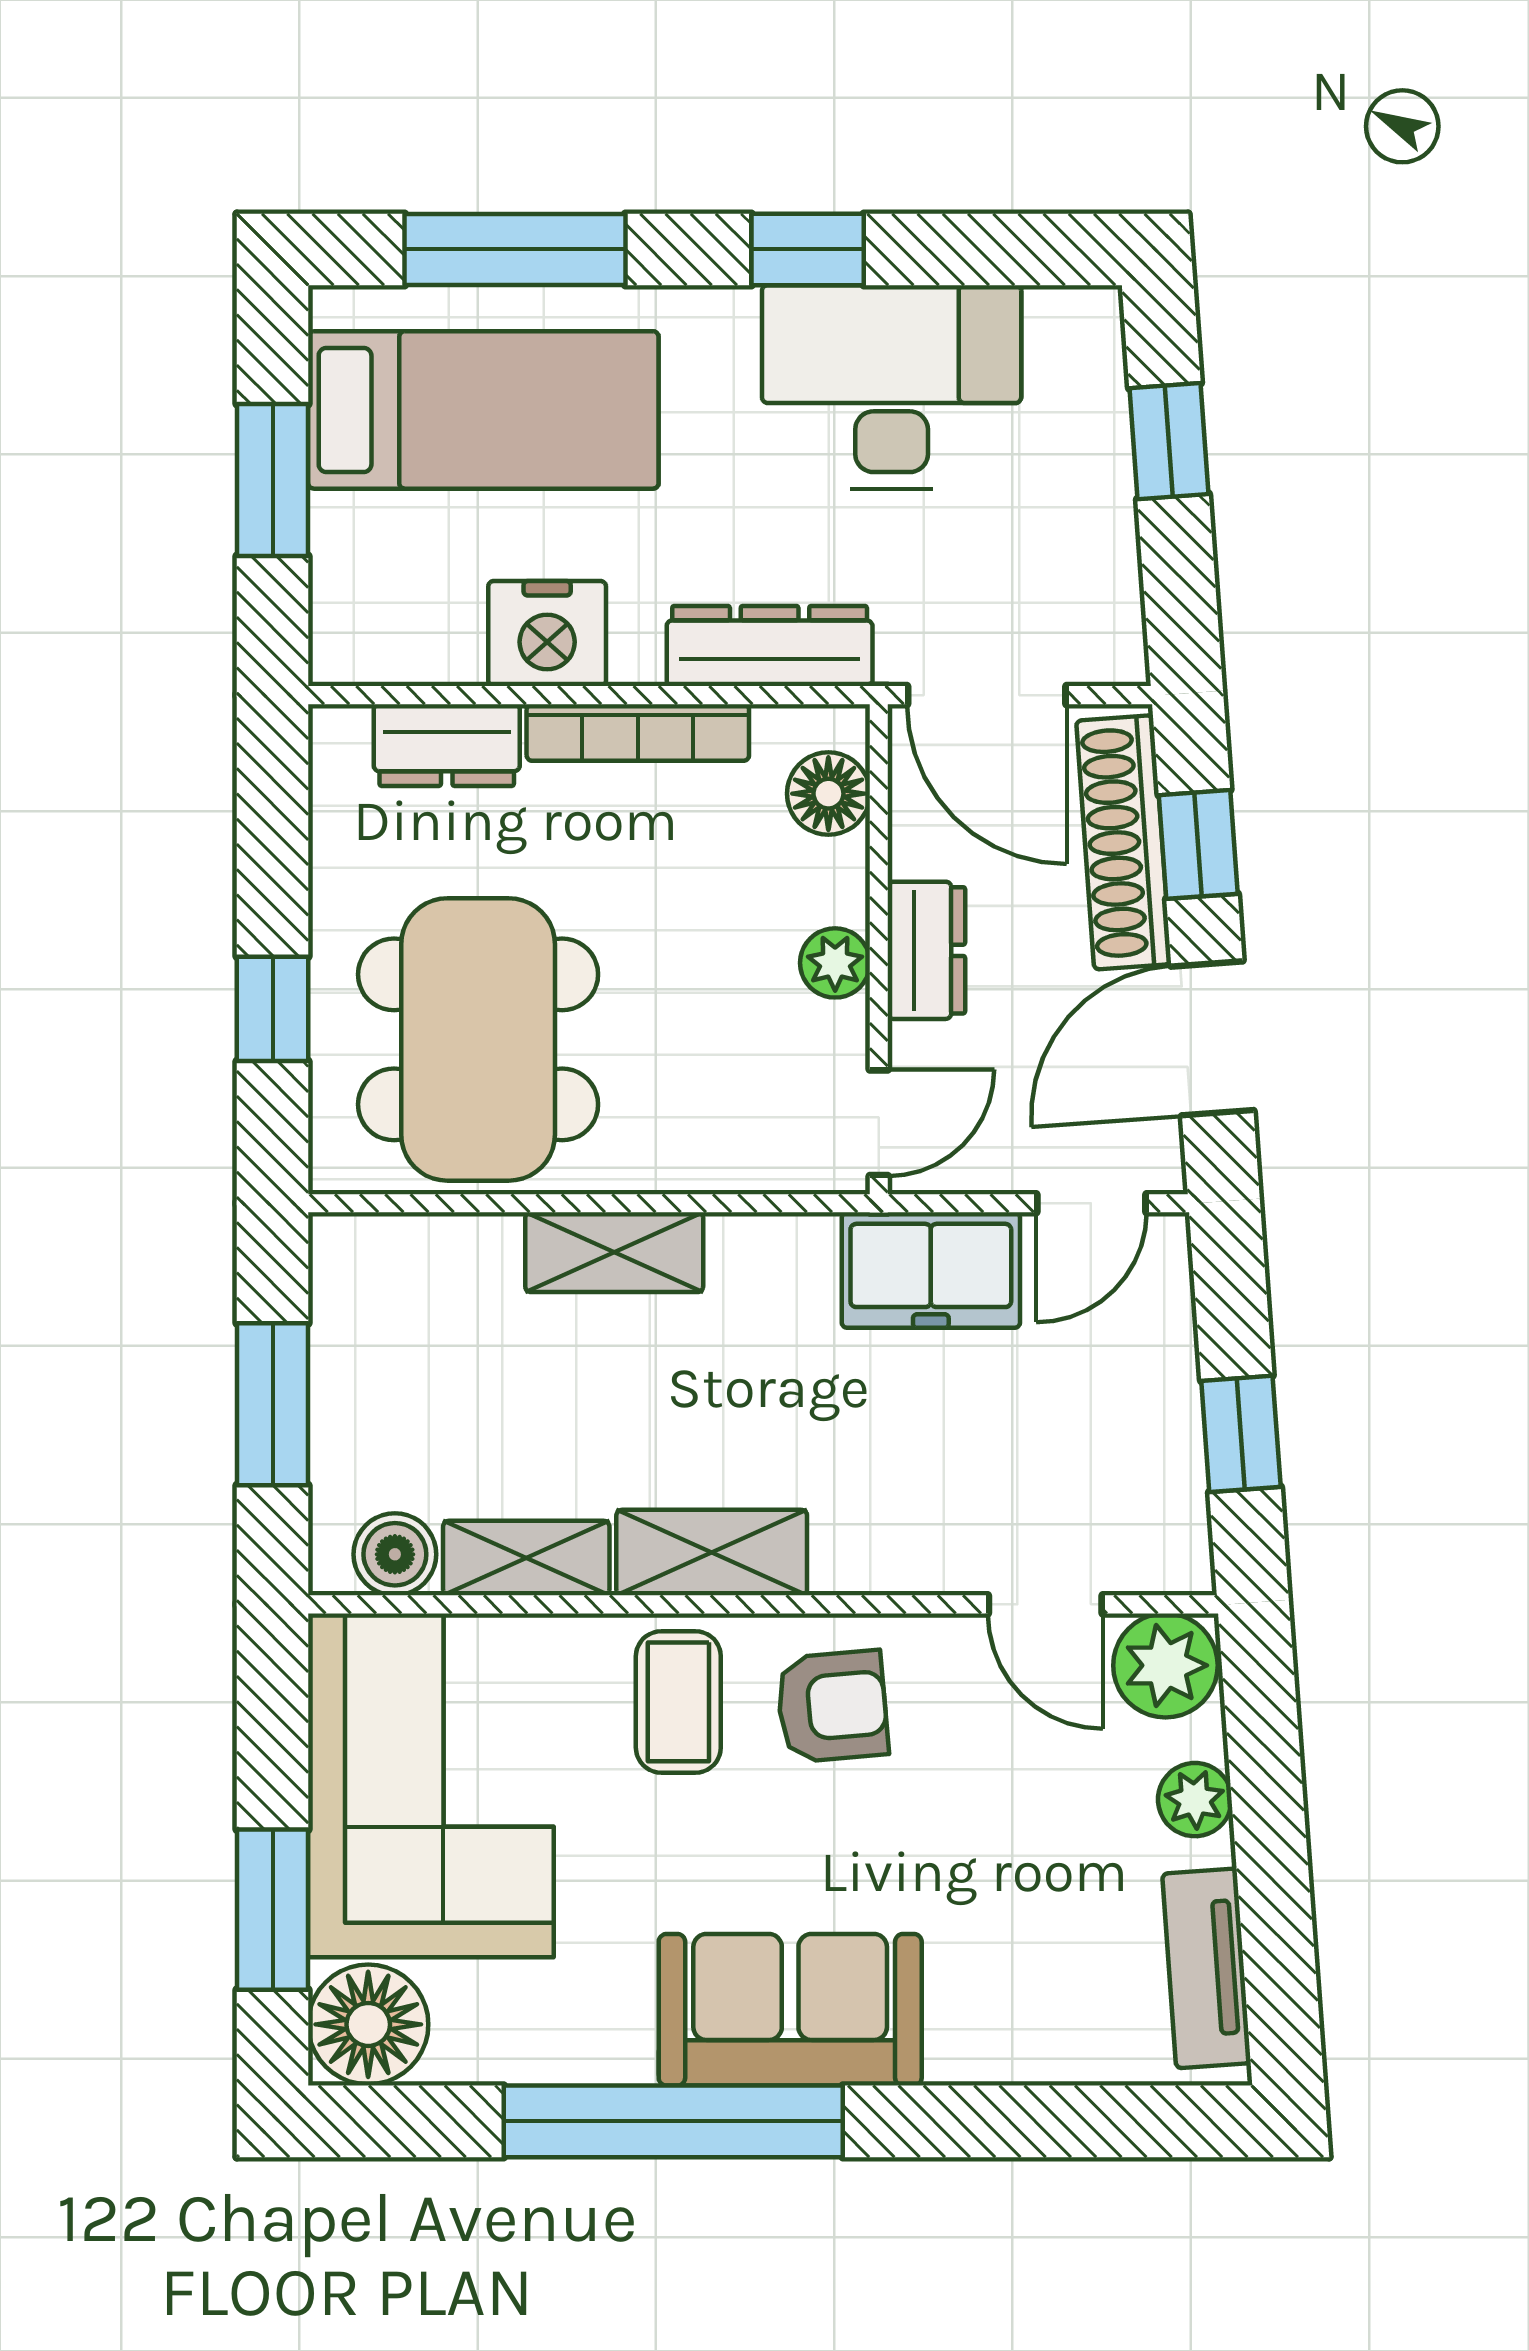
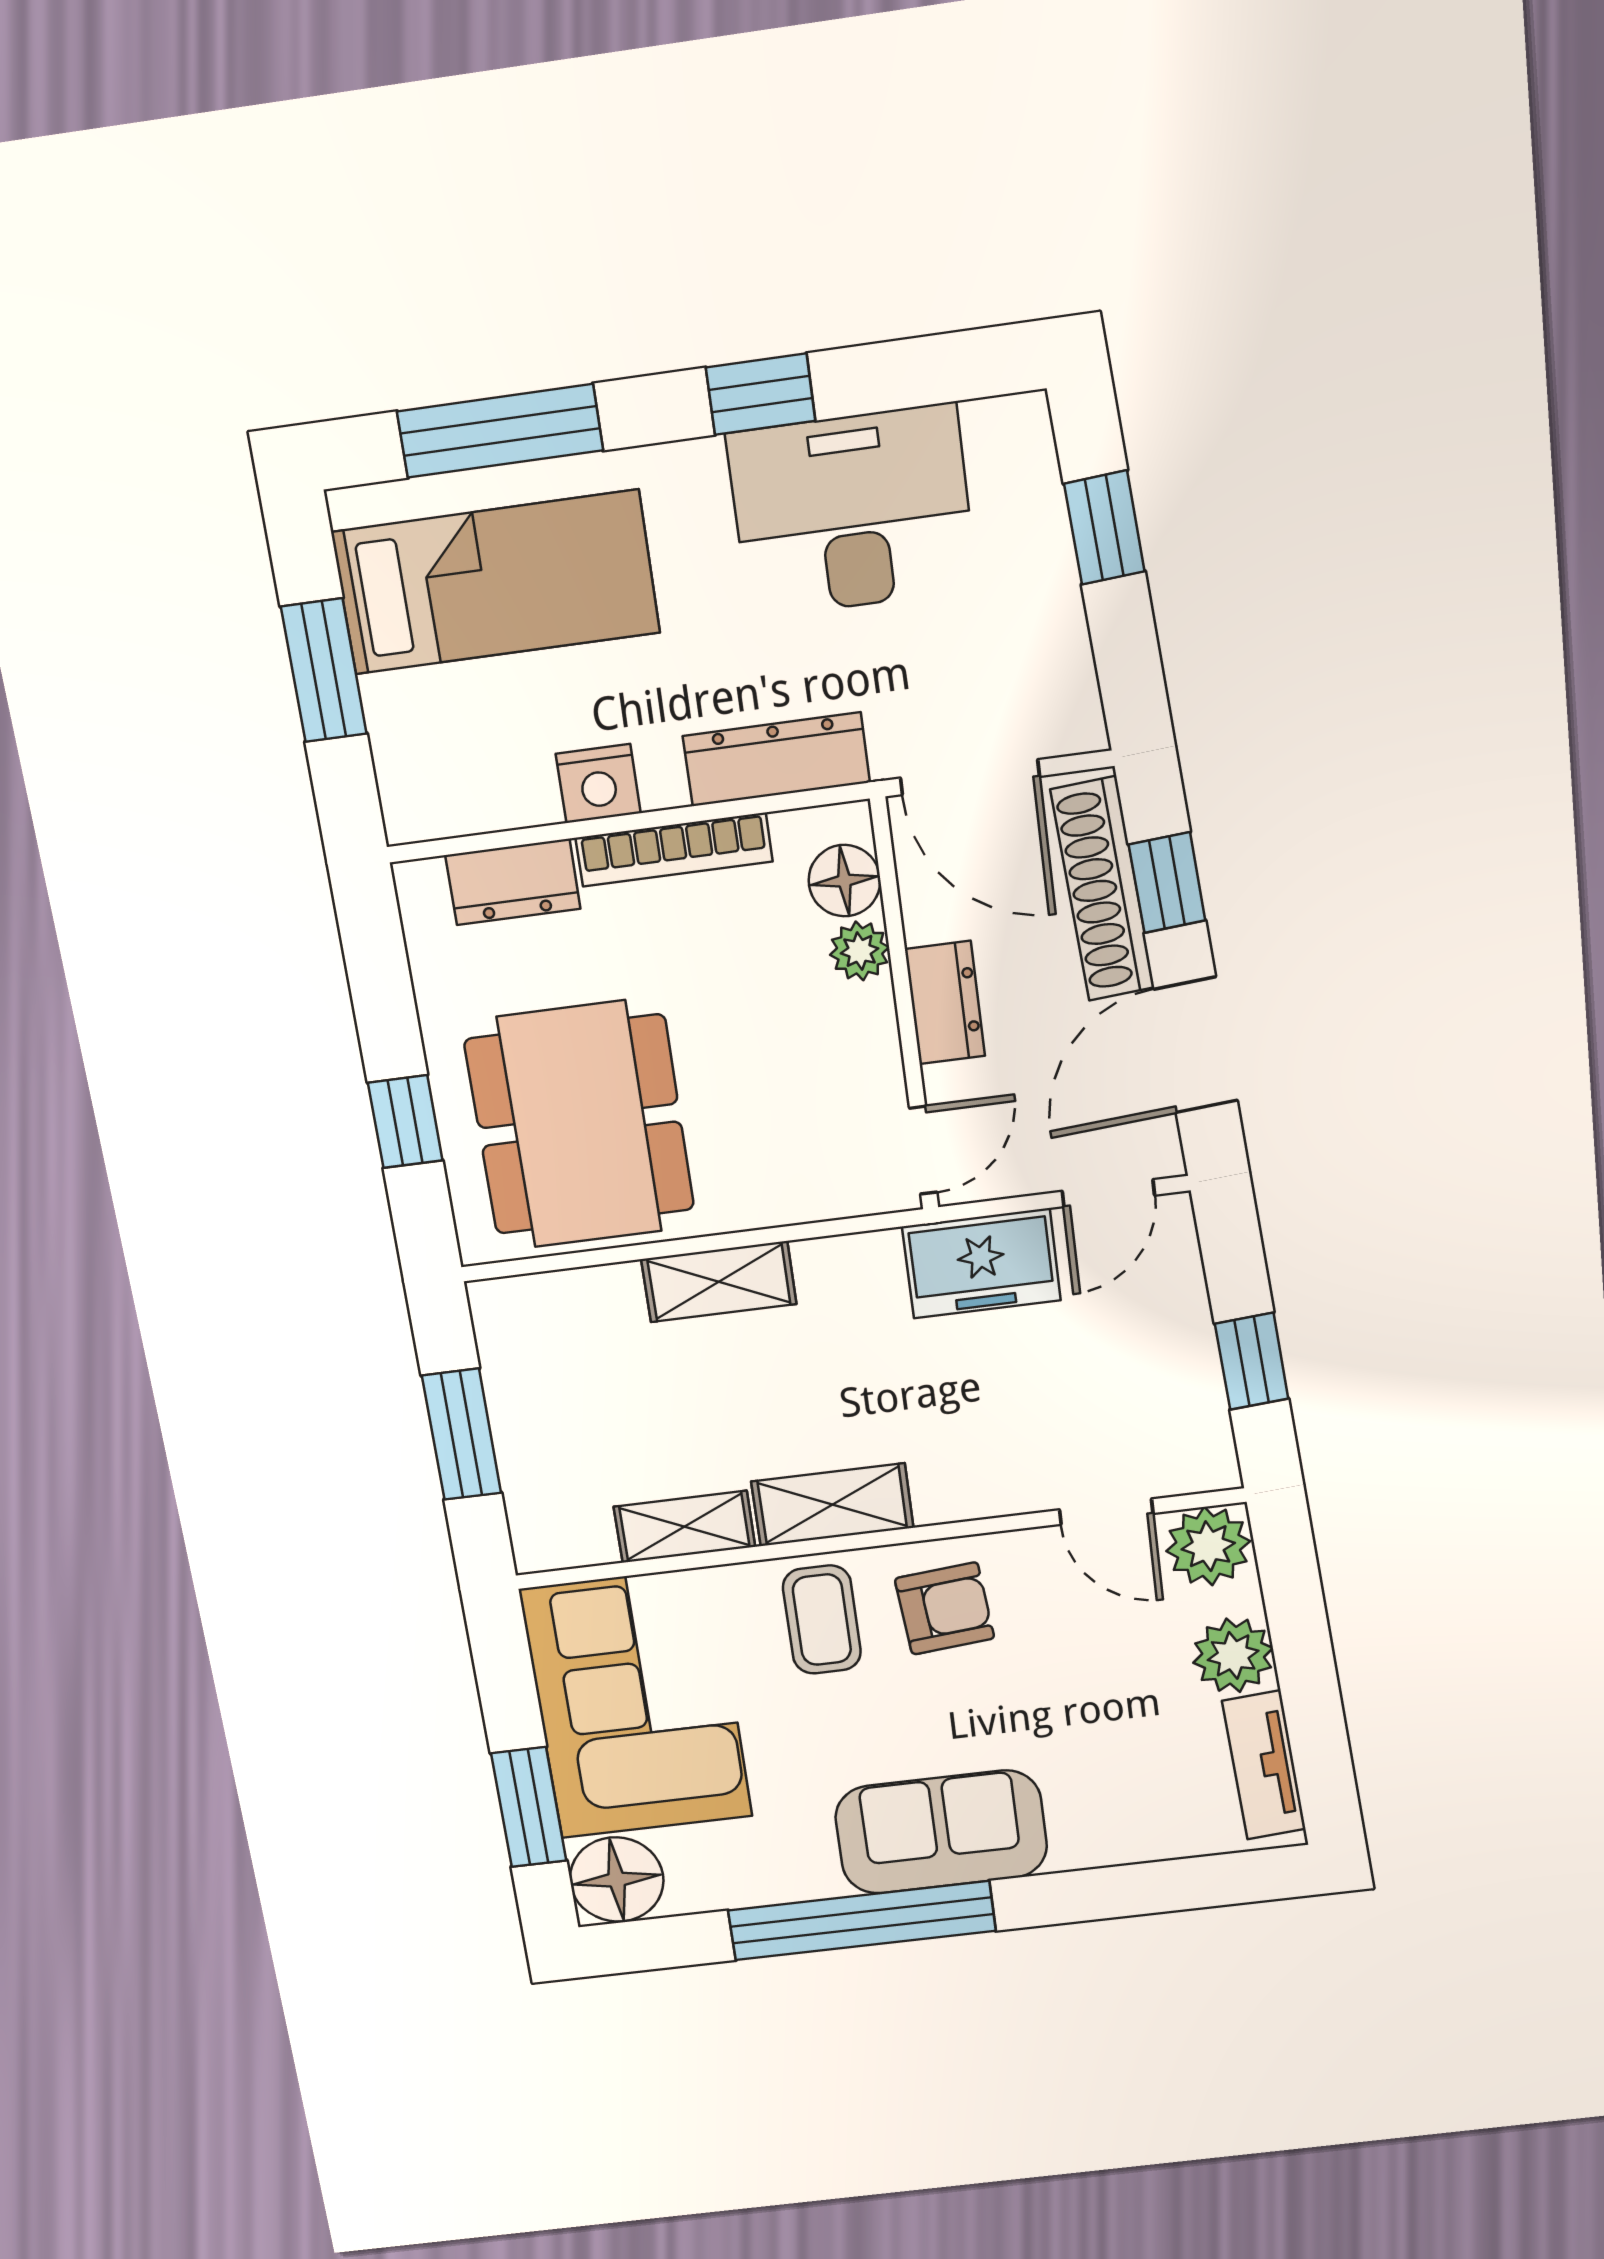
nightstand: (547, 634) -> (598, 784), width x0.74, depth x0.75
plant: (835, 963) -> (860, 951), moved
boiler: (395, 1554) -> (579, 1536), removed
plant: (1195, 1800) -> (1233, 1655), width x1.38, depth x1.38

